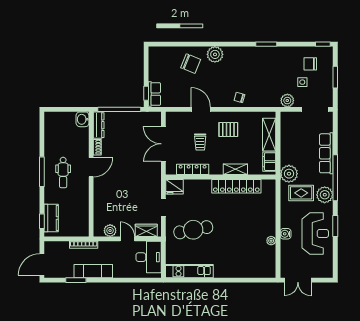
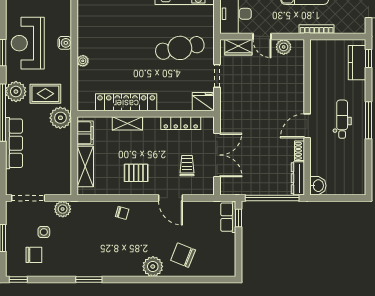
trolley: (200, 142) -> (187, 166), moved
plant: (271, 241) -> (83, 61), moved

